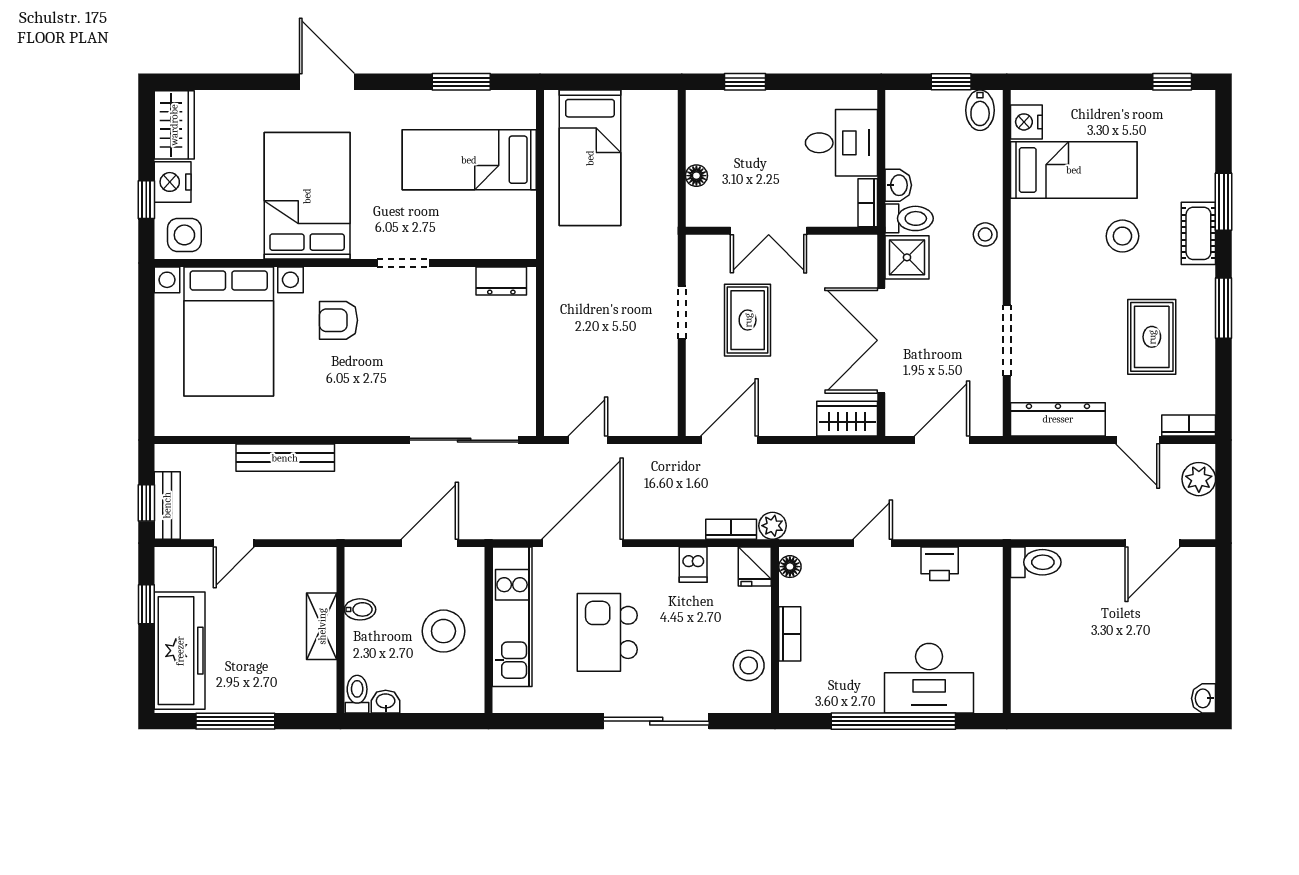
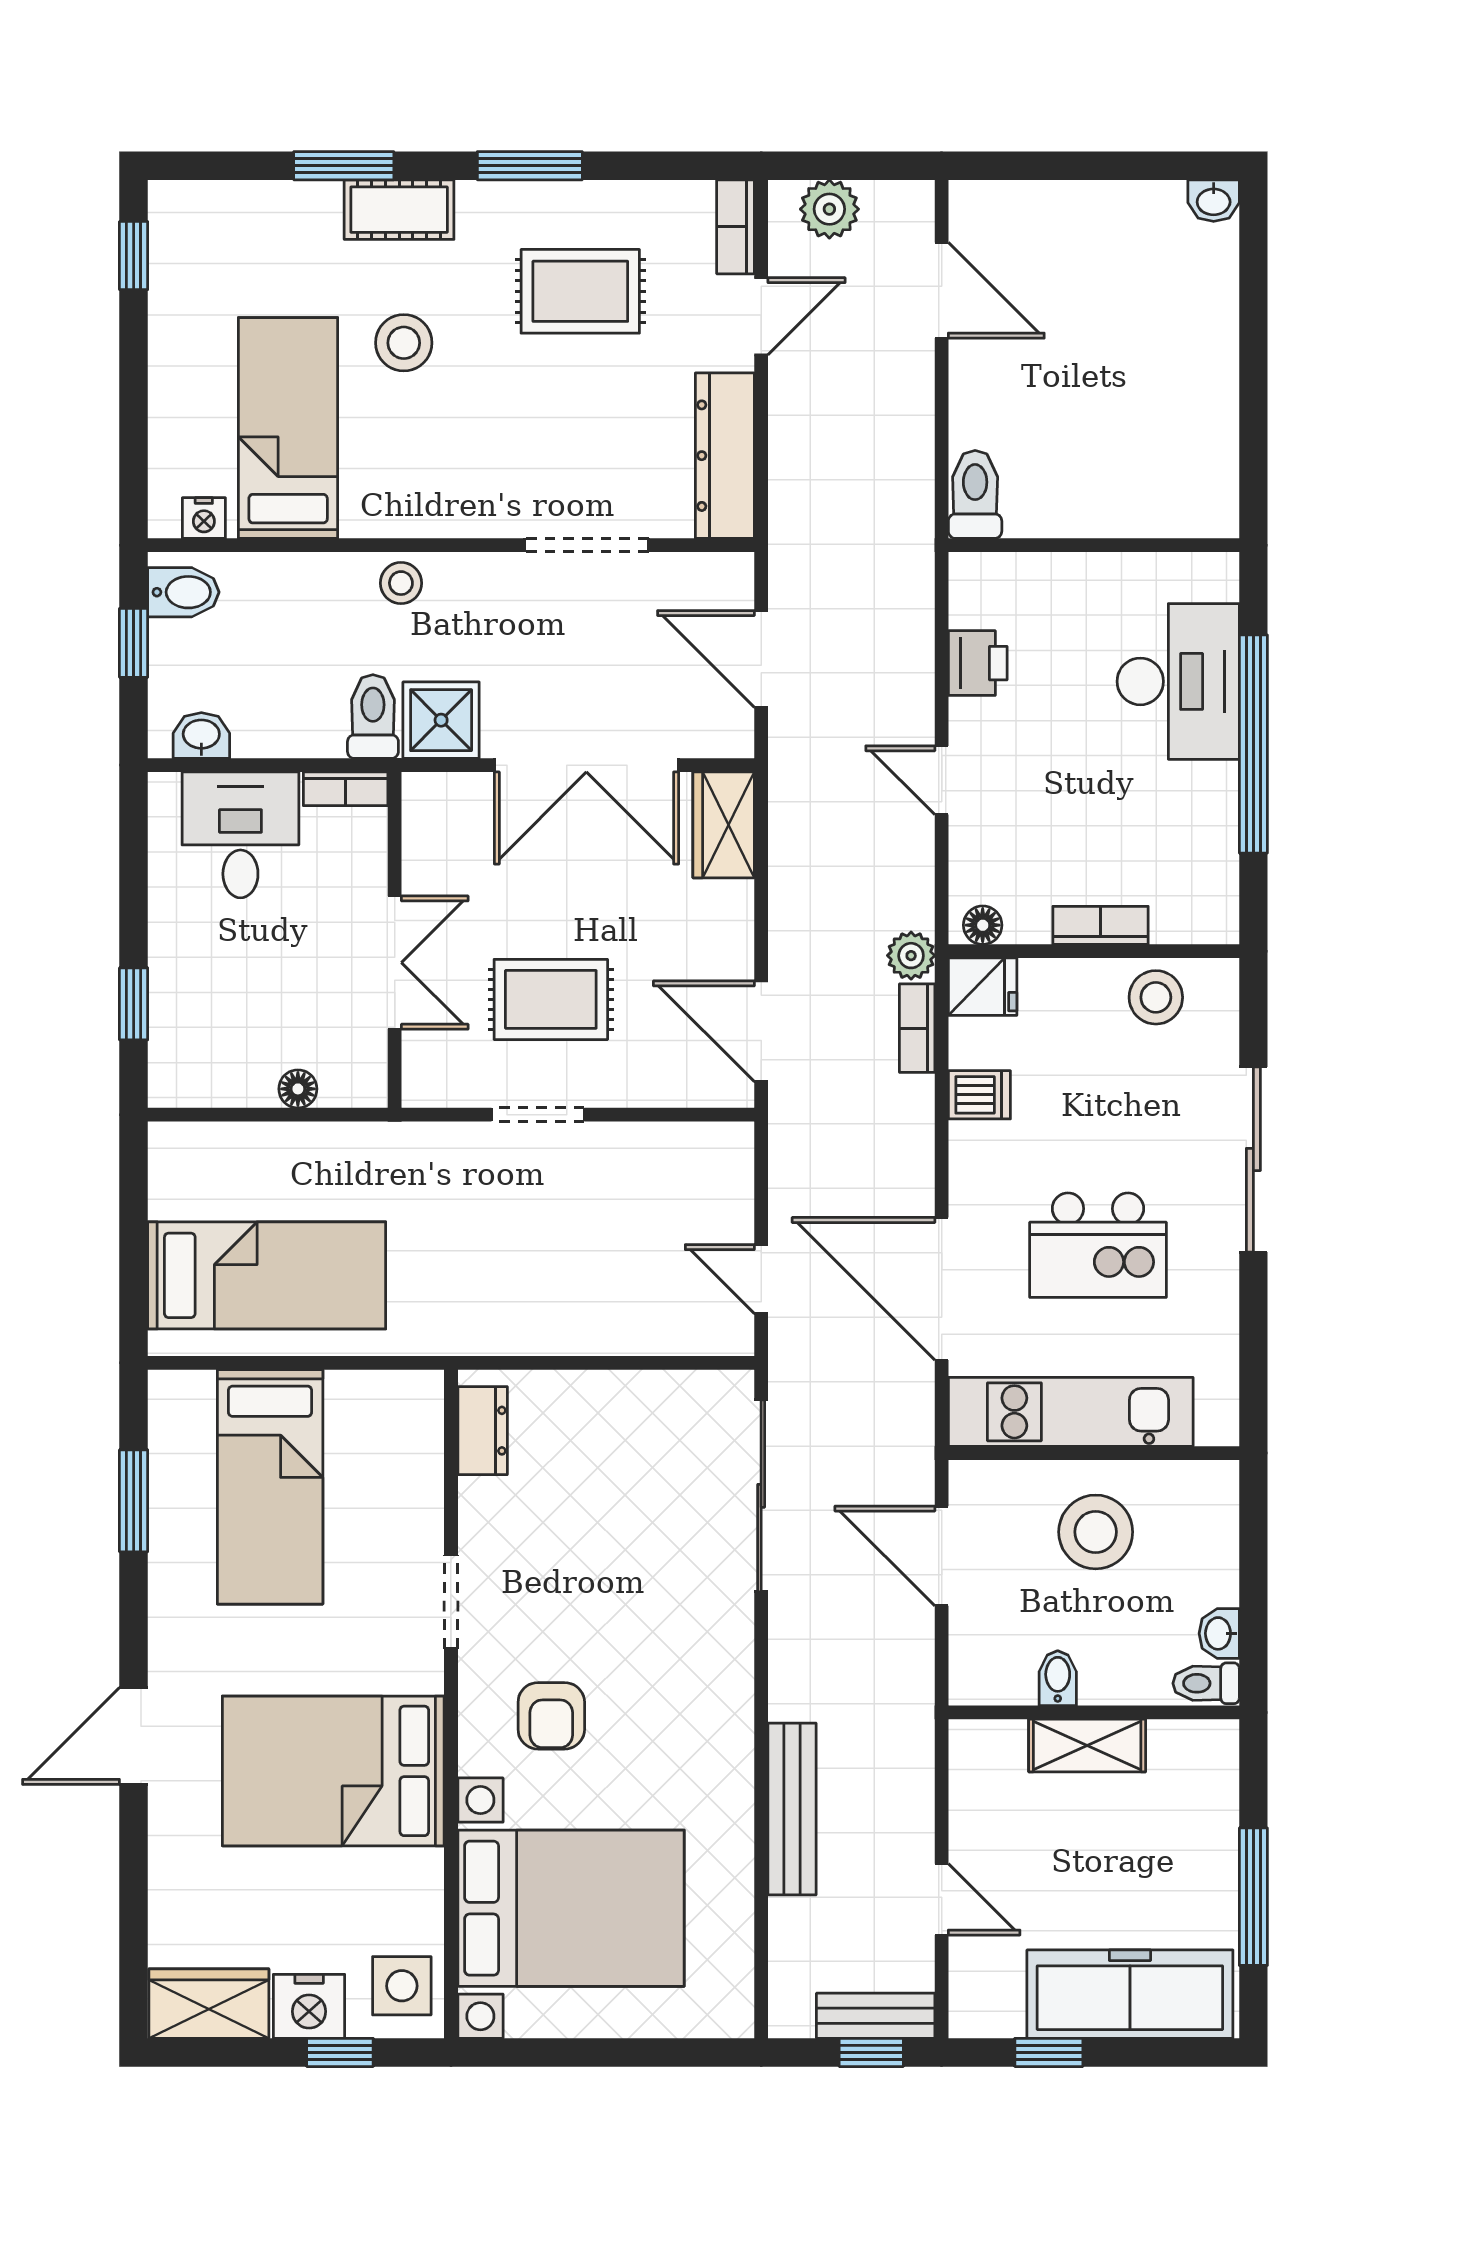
nightstand: (1026, 122) -> (204, 518), width x0.72, depth x0.74
washbasin: (898, 185) -> (201, 735), moved

